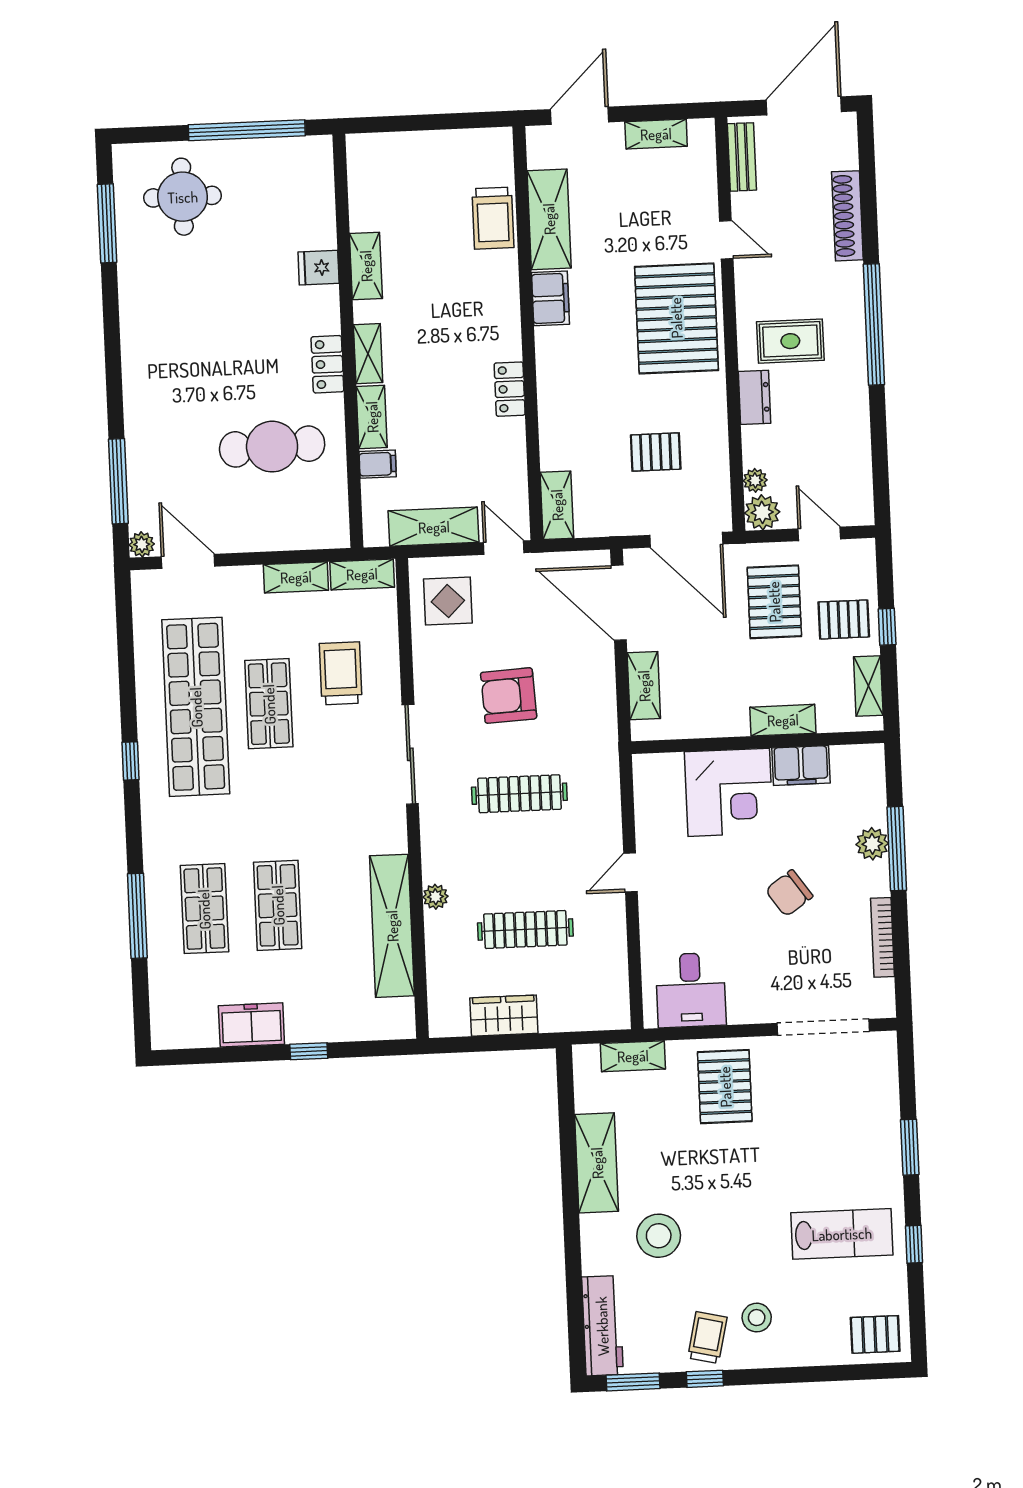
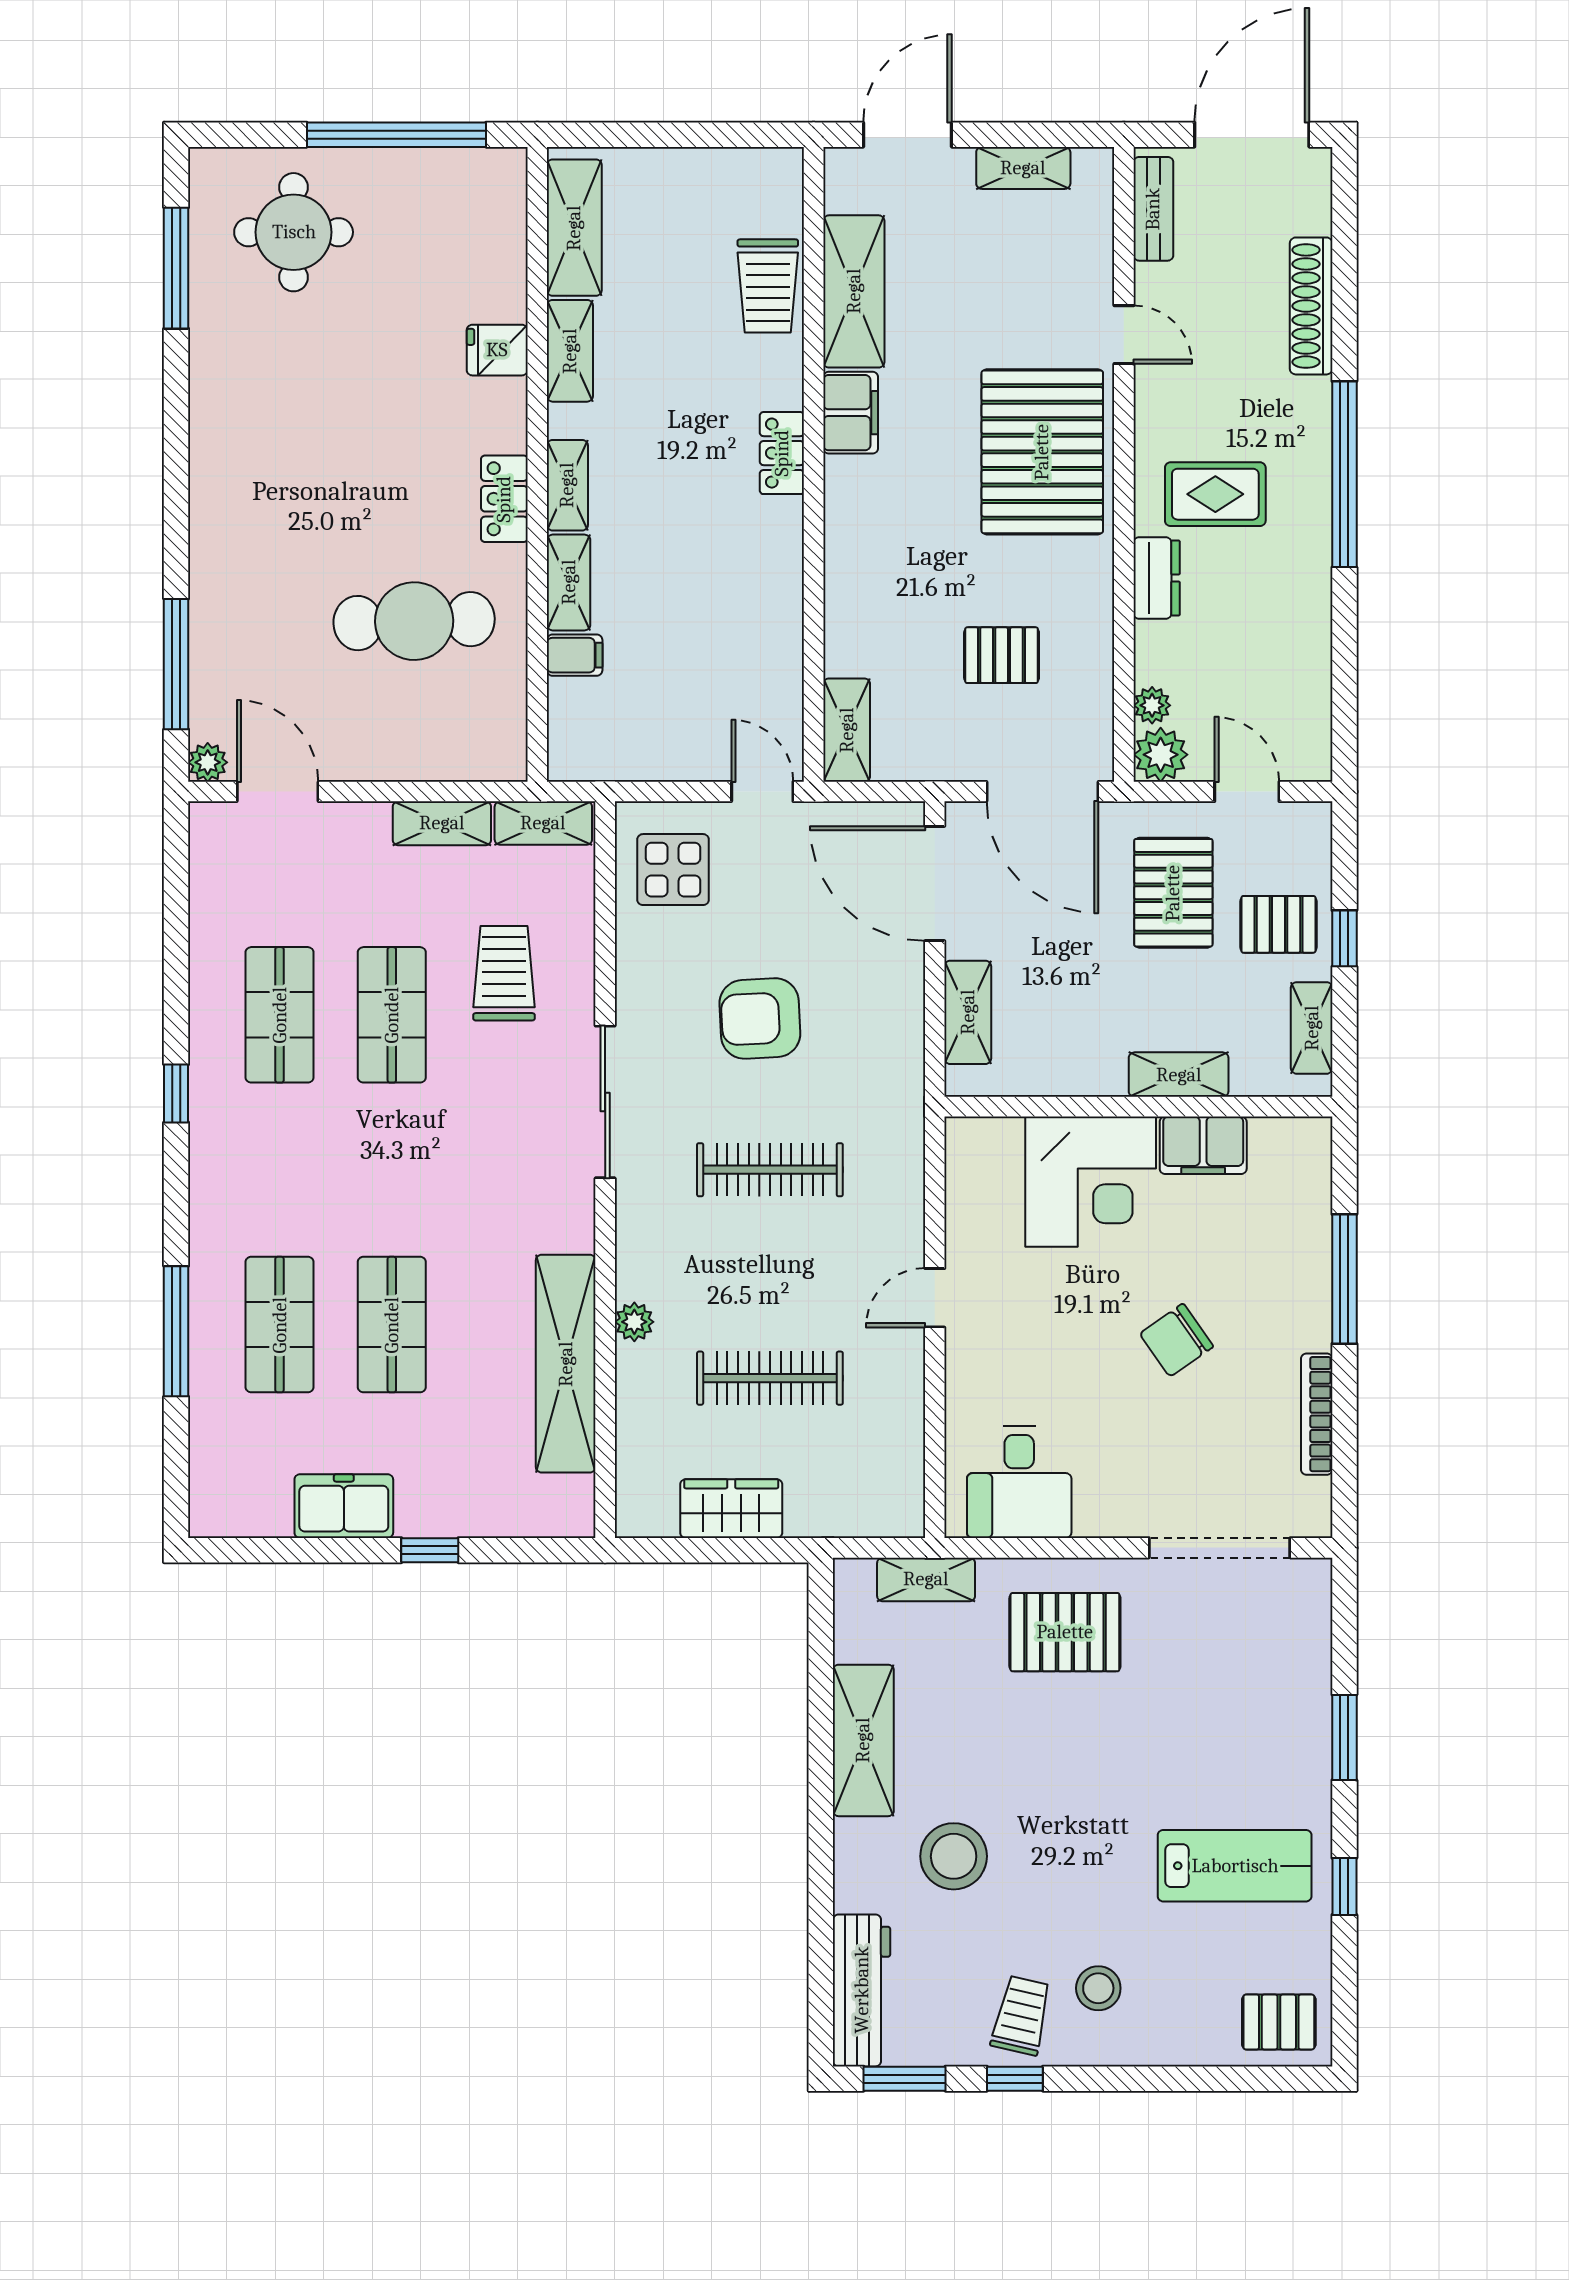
locker: (510, 389) -> (782, 453), moved
shelving: (434, 527) -> (574, 228), moved, turned 90
shop shelf: (196, 707) -> (280, 1015), width x0.50, depth x0.74
plant: (872, 844) -> (1307, 1270), removed
pallet: (725, 1087) -> (1065, 1632), turned 90

